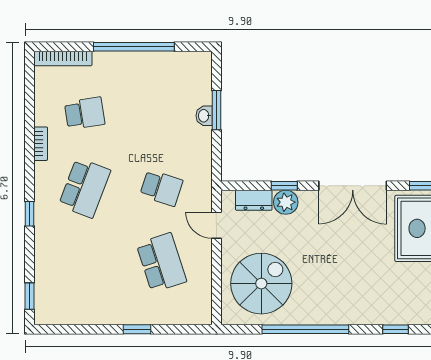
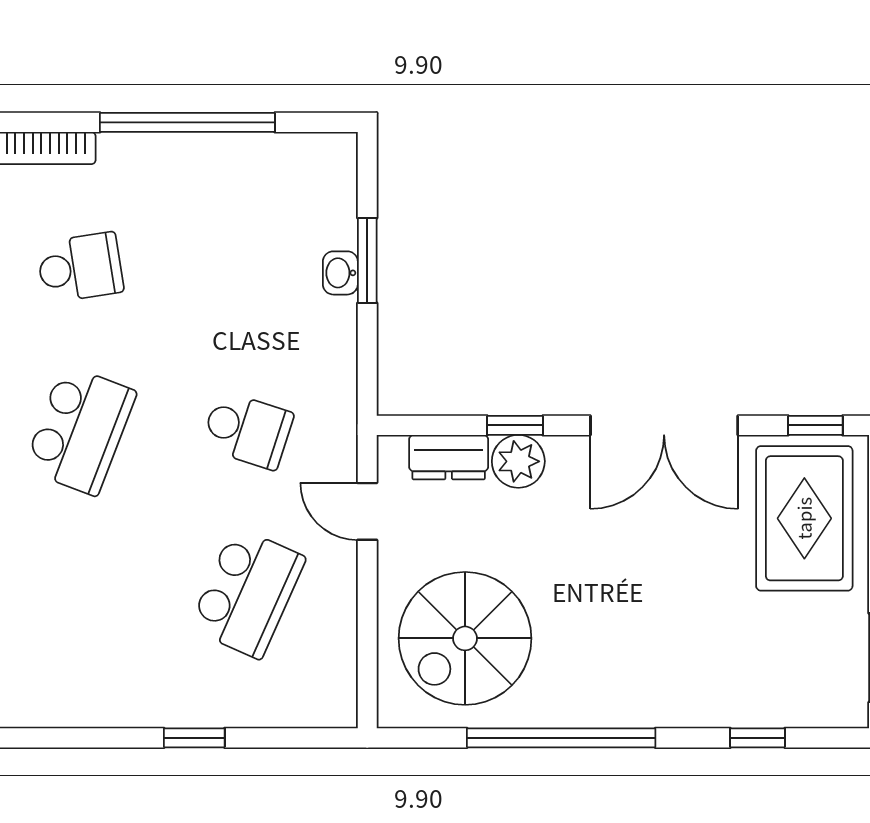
school desk: (161, 263) -> (247, 593), turned 42
spiral stairs: (261, 284) -> (465, 638), turned 180

